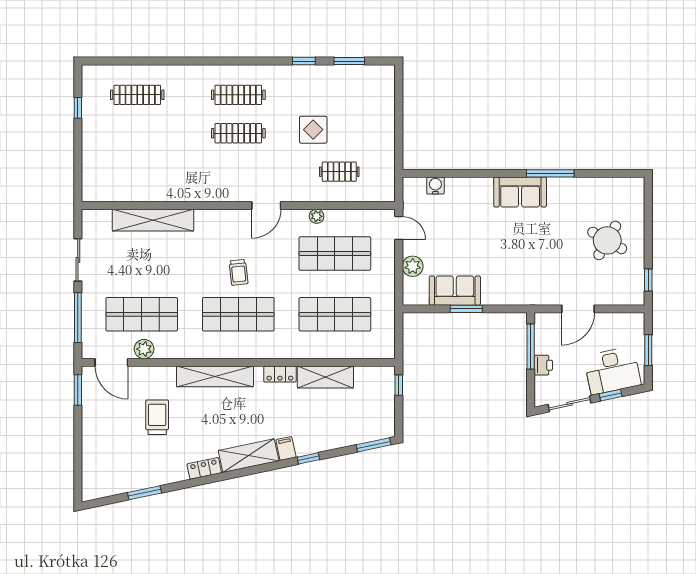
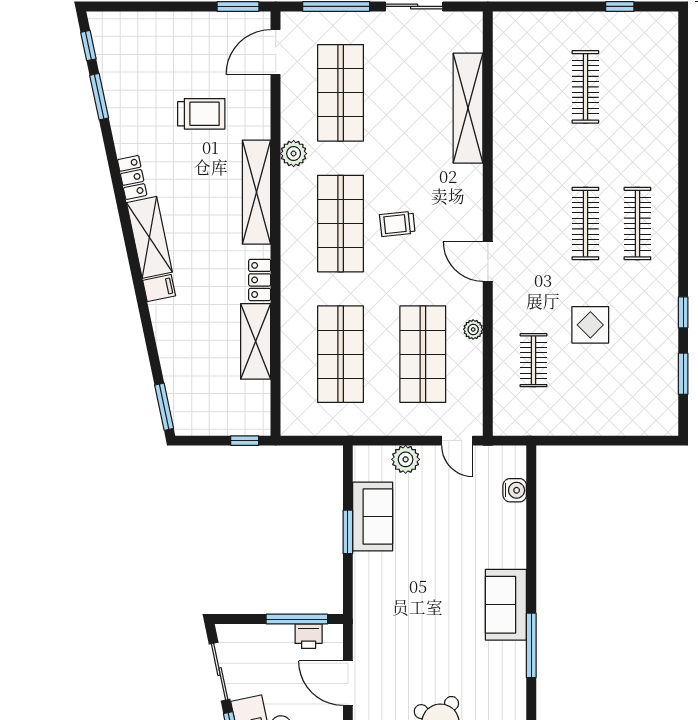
clothes rail: (137, 95) -> (585, 87), moved
door: (399, 228) -> (457, 441), hinge flipped
plant: (144, 349) -> (294, 154), moved
printer: (543, 365) -> (309, 636), moved
window: (308, 458) -> (88, 46), moved

